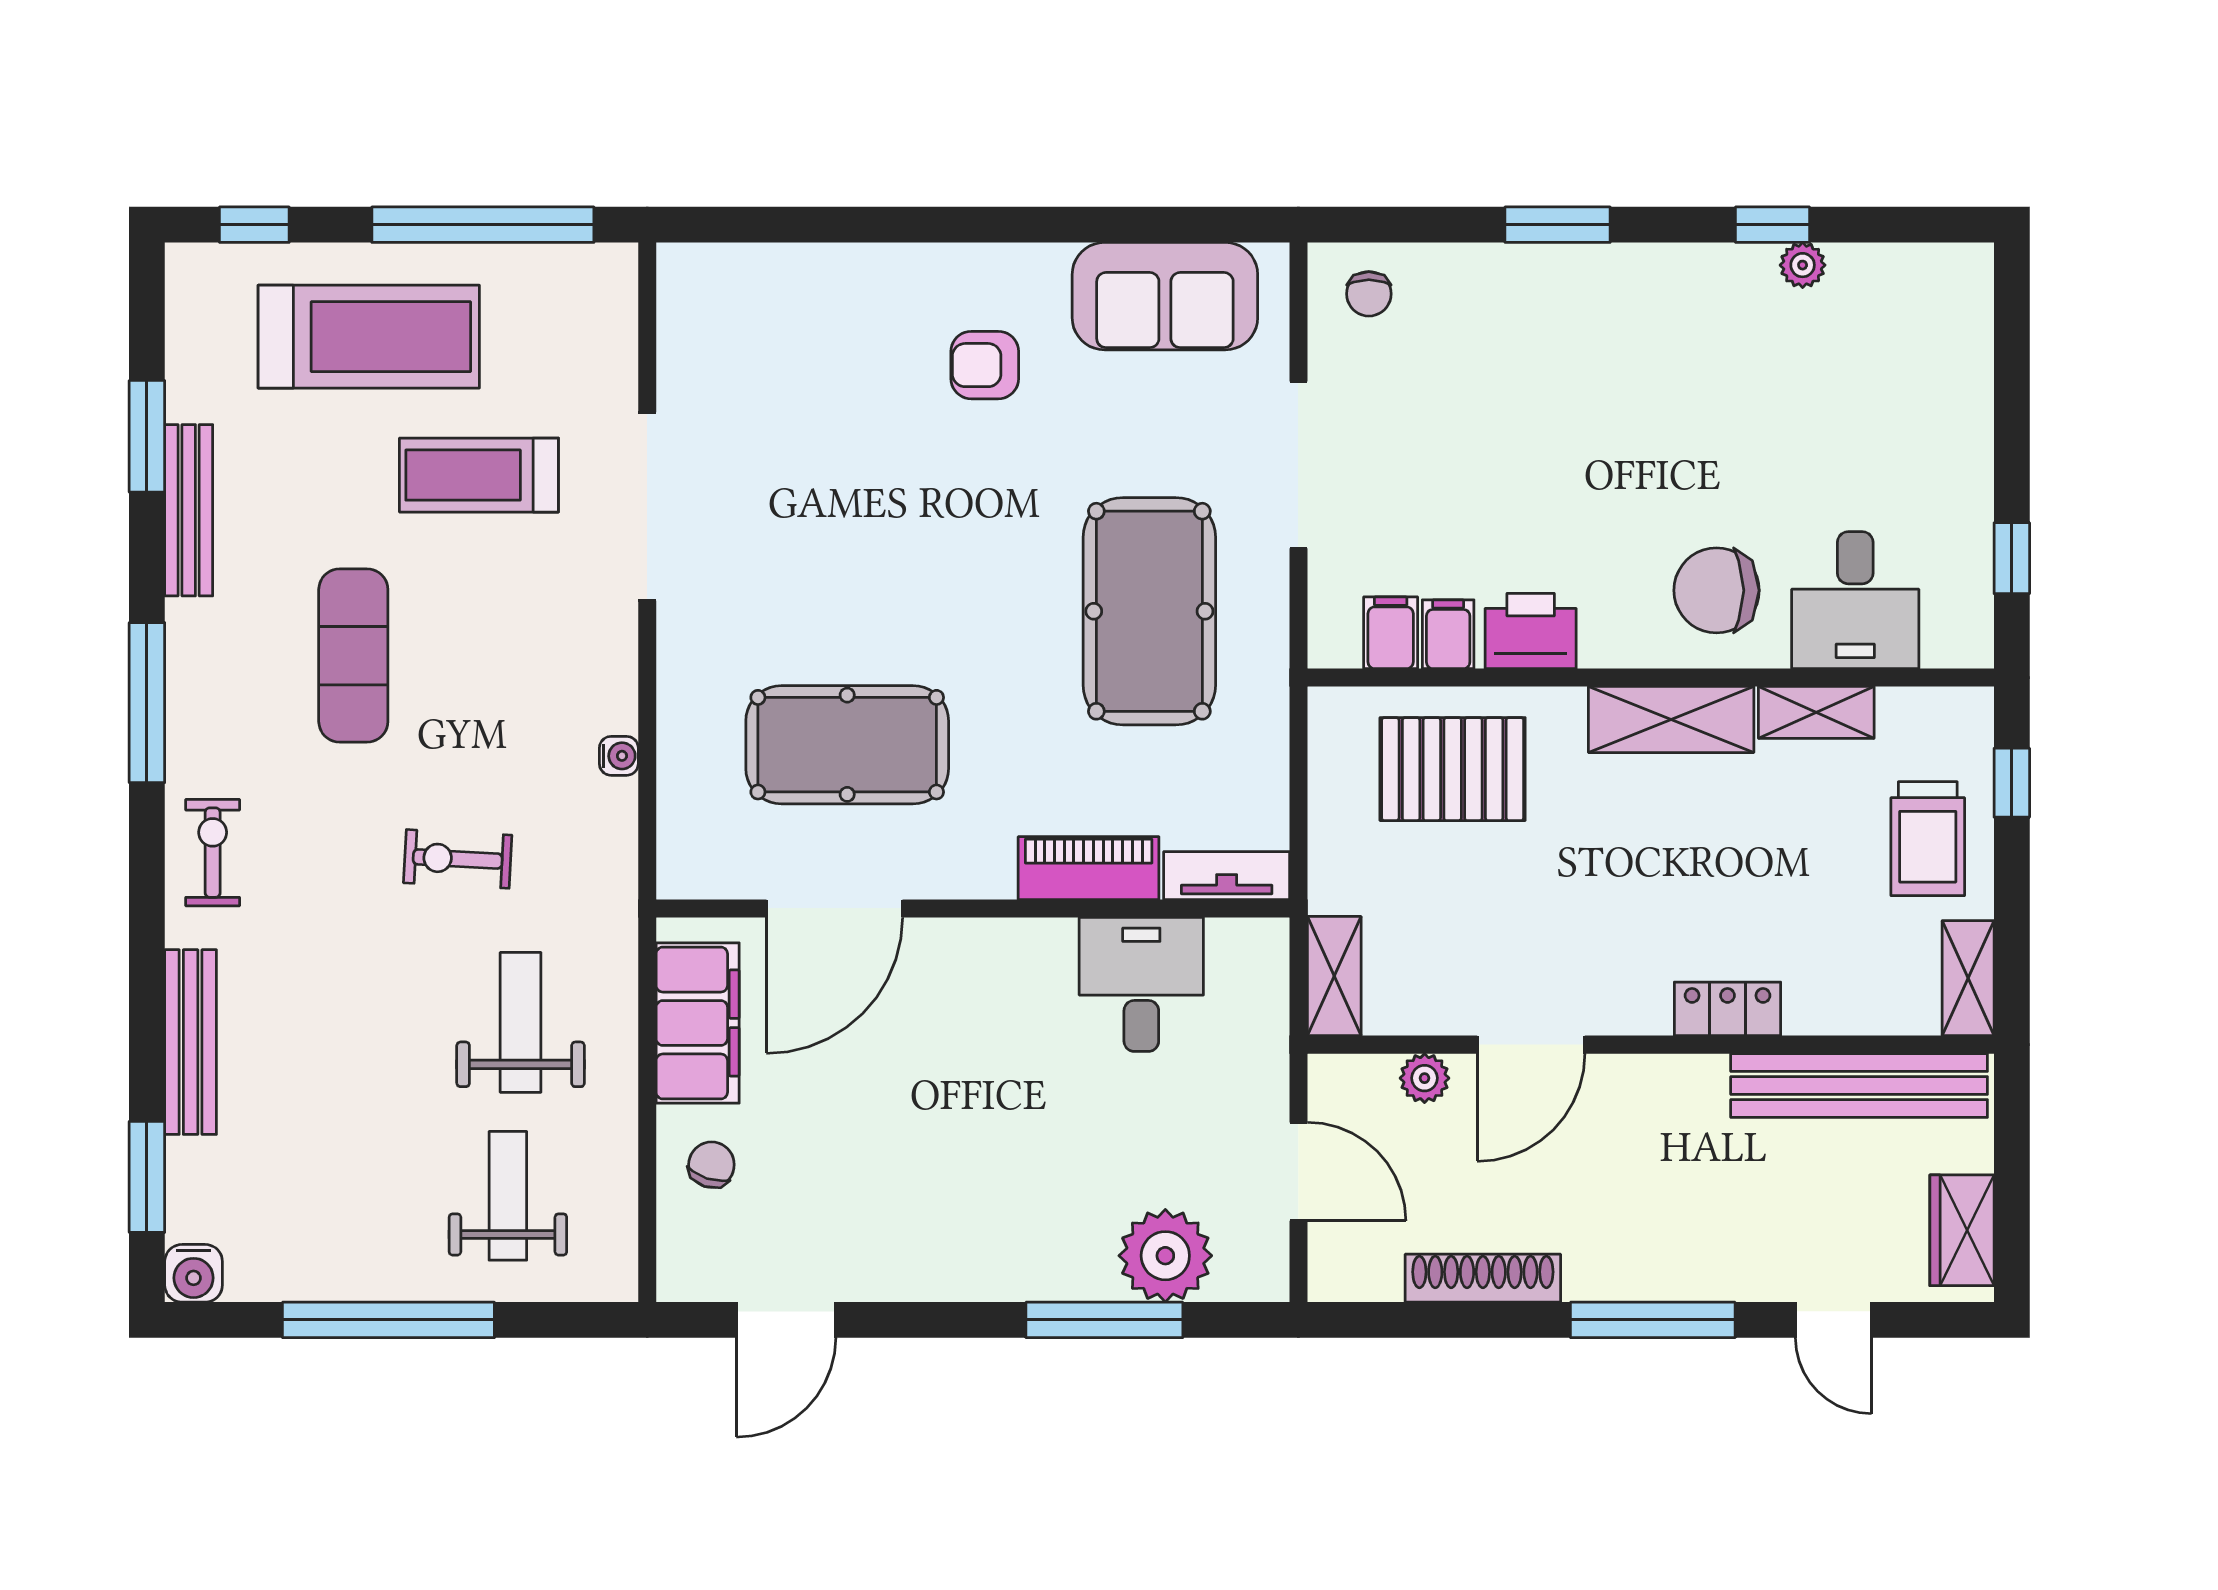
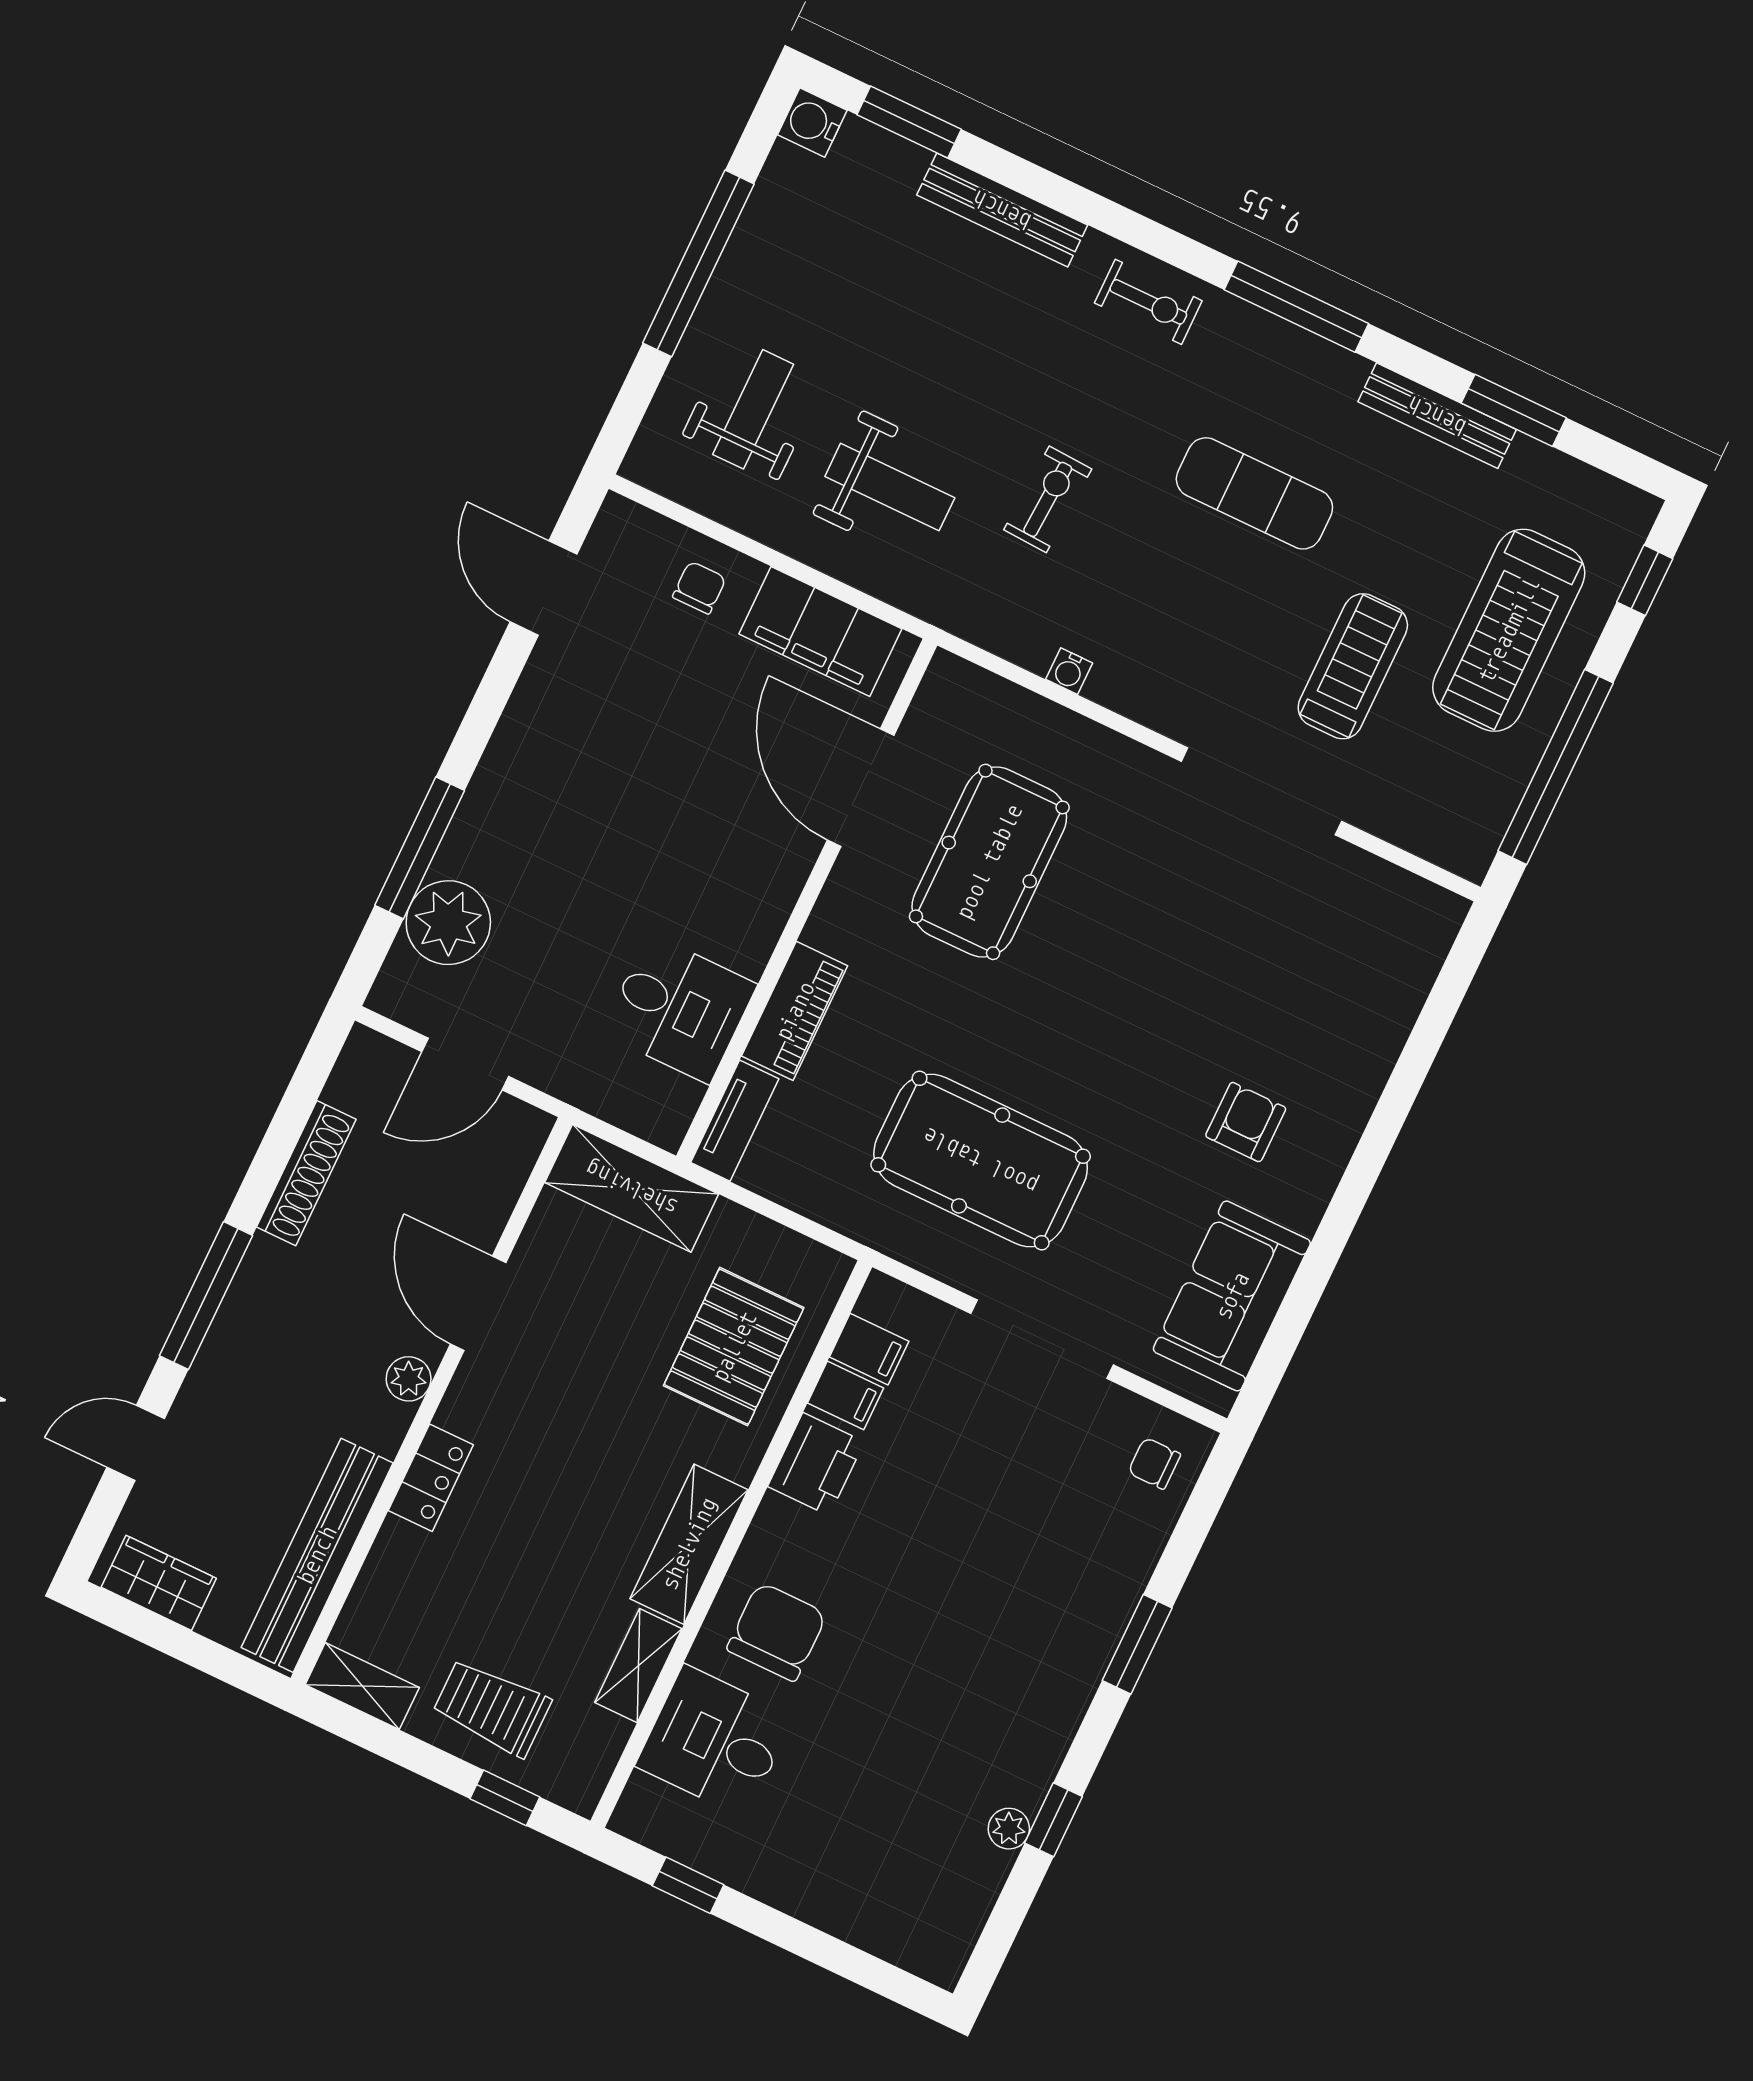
shelving: (1334, 976) -> (632, 1188), width x1.50, depth x1.33
plant: (1425, 1078) -> (409, 1379), moved
chair: (711, 1165) -> (699, 588), turned -108
weight bench: (508, 1196) -> (753, 409), turned -90

